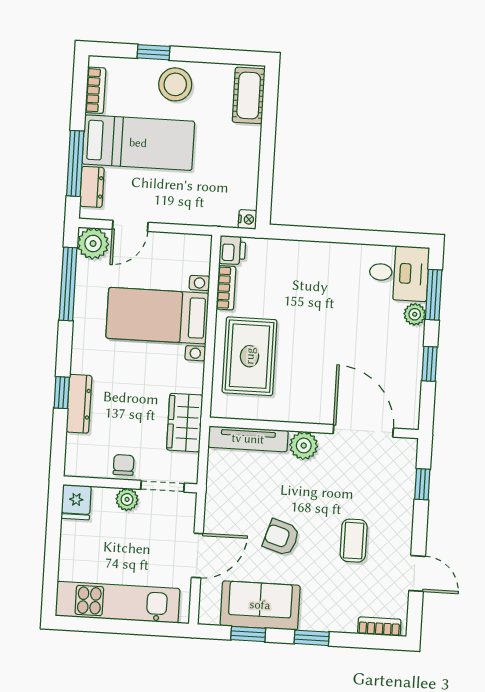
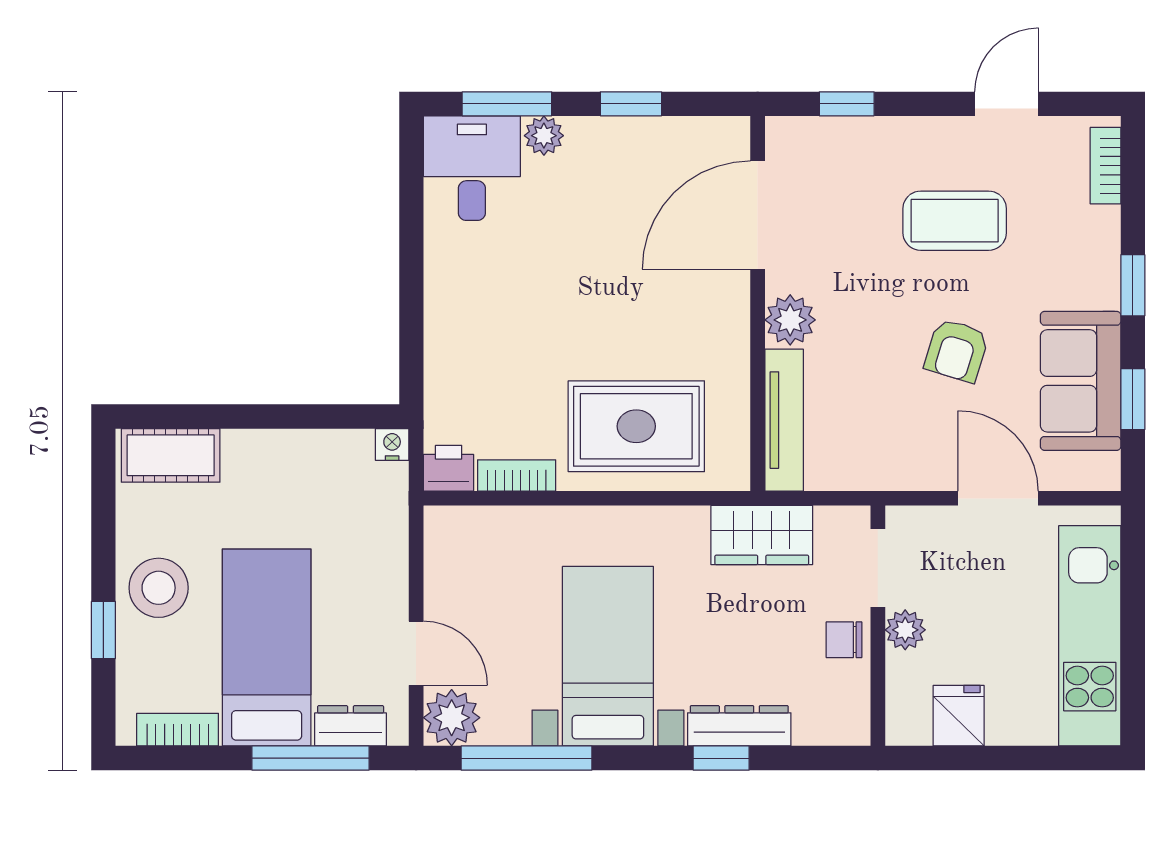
bed with nightstands: (157, 316) -> (608, 656), moved, turned 180
fridge: (76, 502) -> (959, 716), moved, turned -90
coffee table: (354, 541) -> (955, 221), width x1.36, depth x1.30

